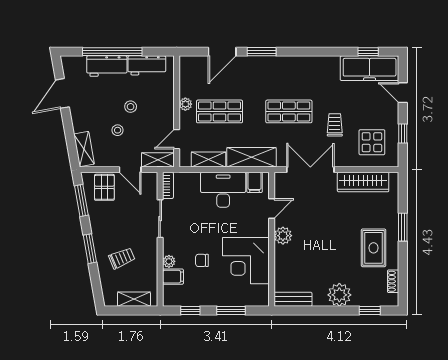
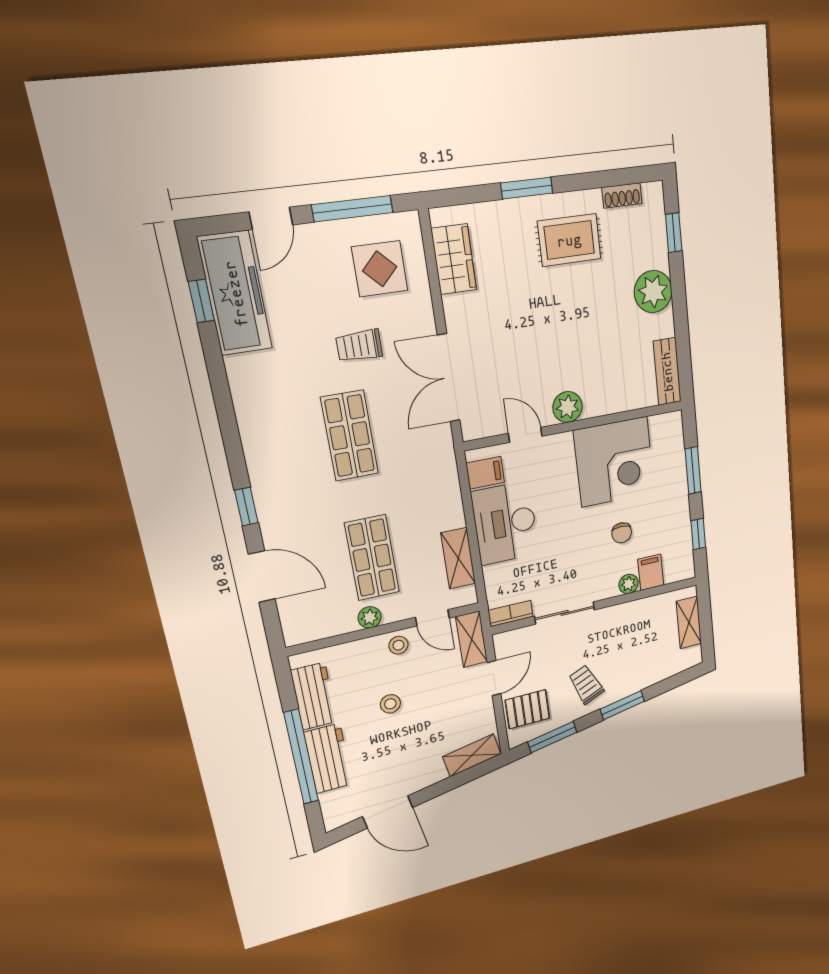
window: (262, 52) -> (246, 507), width x0.67
stool: (118, 130) -> (398, 645), moved
window: (403, 134) -> (352, 209), width x2.17
shelving: (252, 157) -> (443, 486), removed
wardrobe: (363, 182) -> (454, 259), width x0.67
trolley: (122, 258) -> (586, 685), moved

